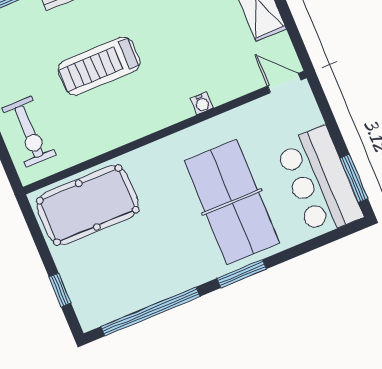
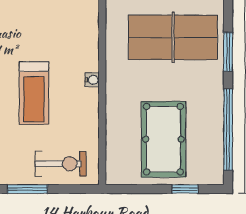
water cooler: (202, 103) -> (92, 80), moved
pool table: (88, 205) -> (163, 139), moved

